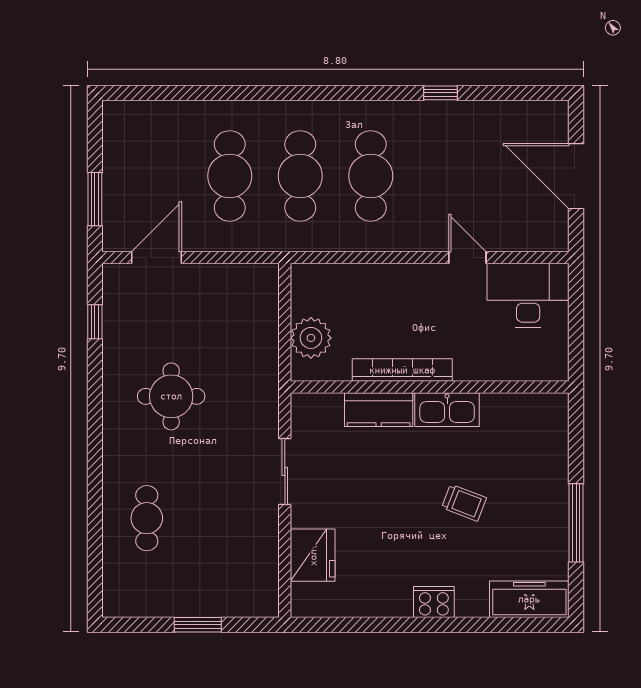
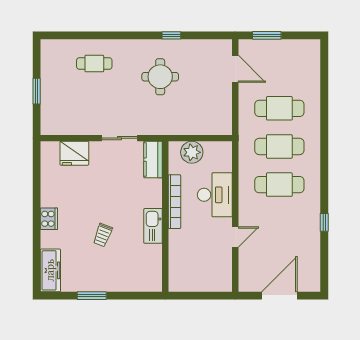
desk: (528, 295) -> (215, 195), moved
window: (95, 322) -> (171, 35), moved
kitchen counter: (379, 410) -> (153, 160), moved
window: (576, 523) -> (92, 296), width x0.69

